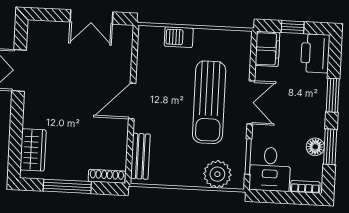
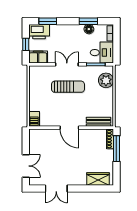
double door: (91, 17) -> (26, 166), moved
barbecue: (179, 37) -> (34, 119), moved
window: (333, 95) -> (48, 21), moved
sun lounger: (209, 102) -> (68, 87), width x0.73, depth x0.75
window: (67, 186) -> (116, 149), moved

